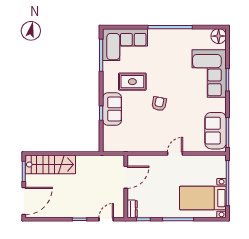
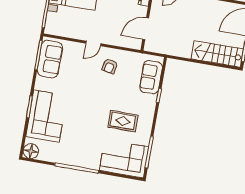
armchair: (159, 104) -> (110, 66), moved
sofa: (112, 109) -> (151, 77), moved

